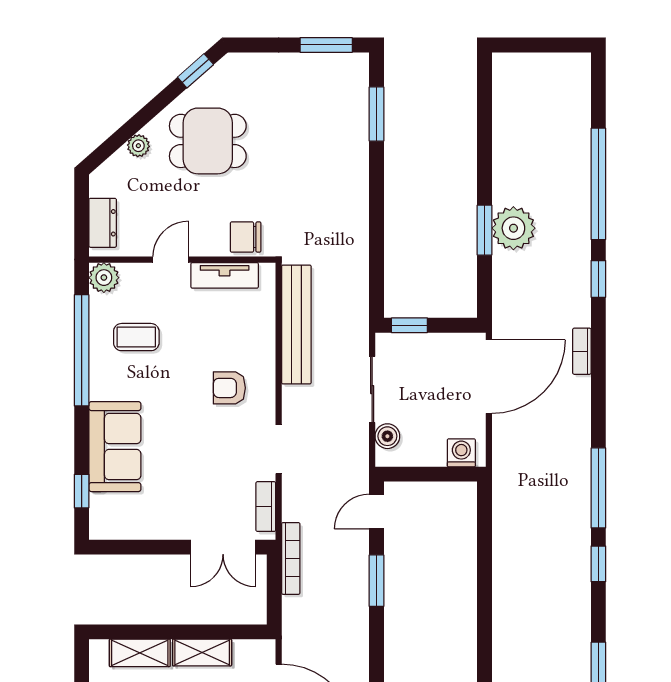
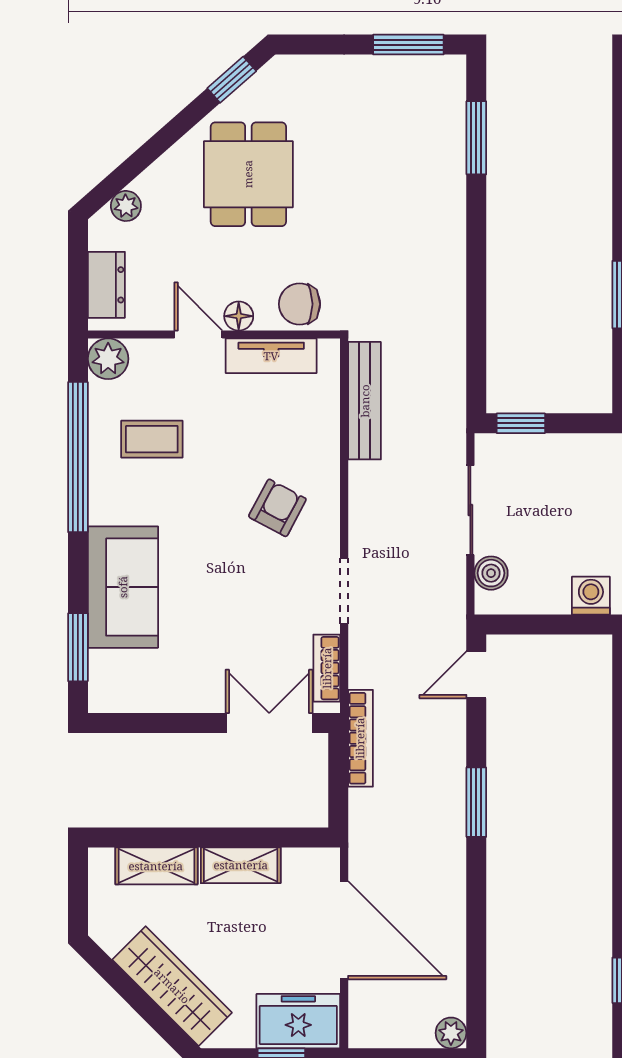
dining table: (208, 141) -> (248, 174), turned 90
plant: (138, 146) -> (126, 206), moved
floor lamp: (201, 246) -> (239, 316), added
door: (171, 260) -> (198, 334), hinge flipped
bench: (296, 325) -> (365, 401), width x0.73, depth x0.82
armchair: (229, 388) -> (277, 508), turned 118
window: (82, 491) -> (78, 647), width x1.50
double door: (223, 547) -> (269, 723), swing flipped
window: (376, 581) -> (476, 802), moved

